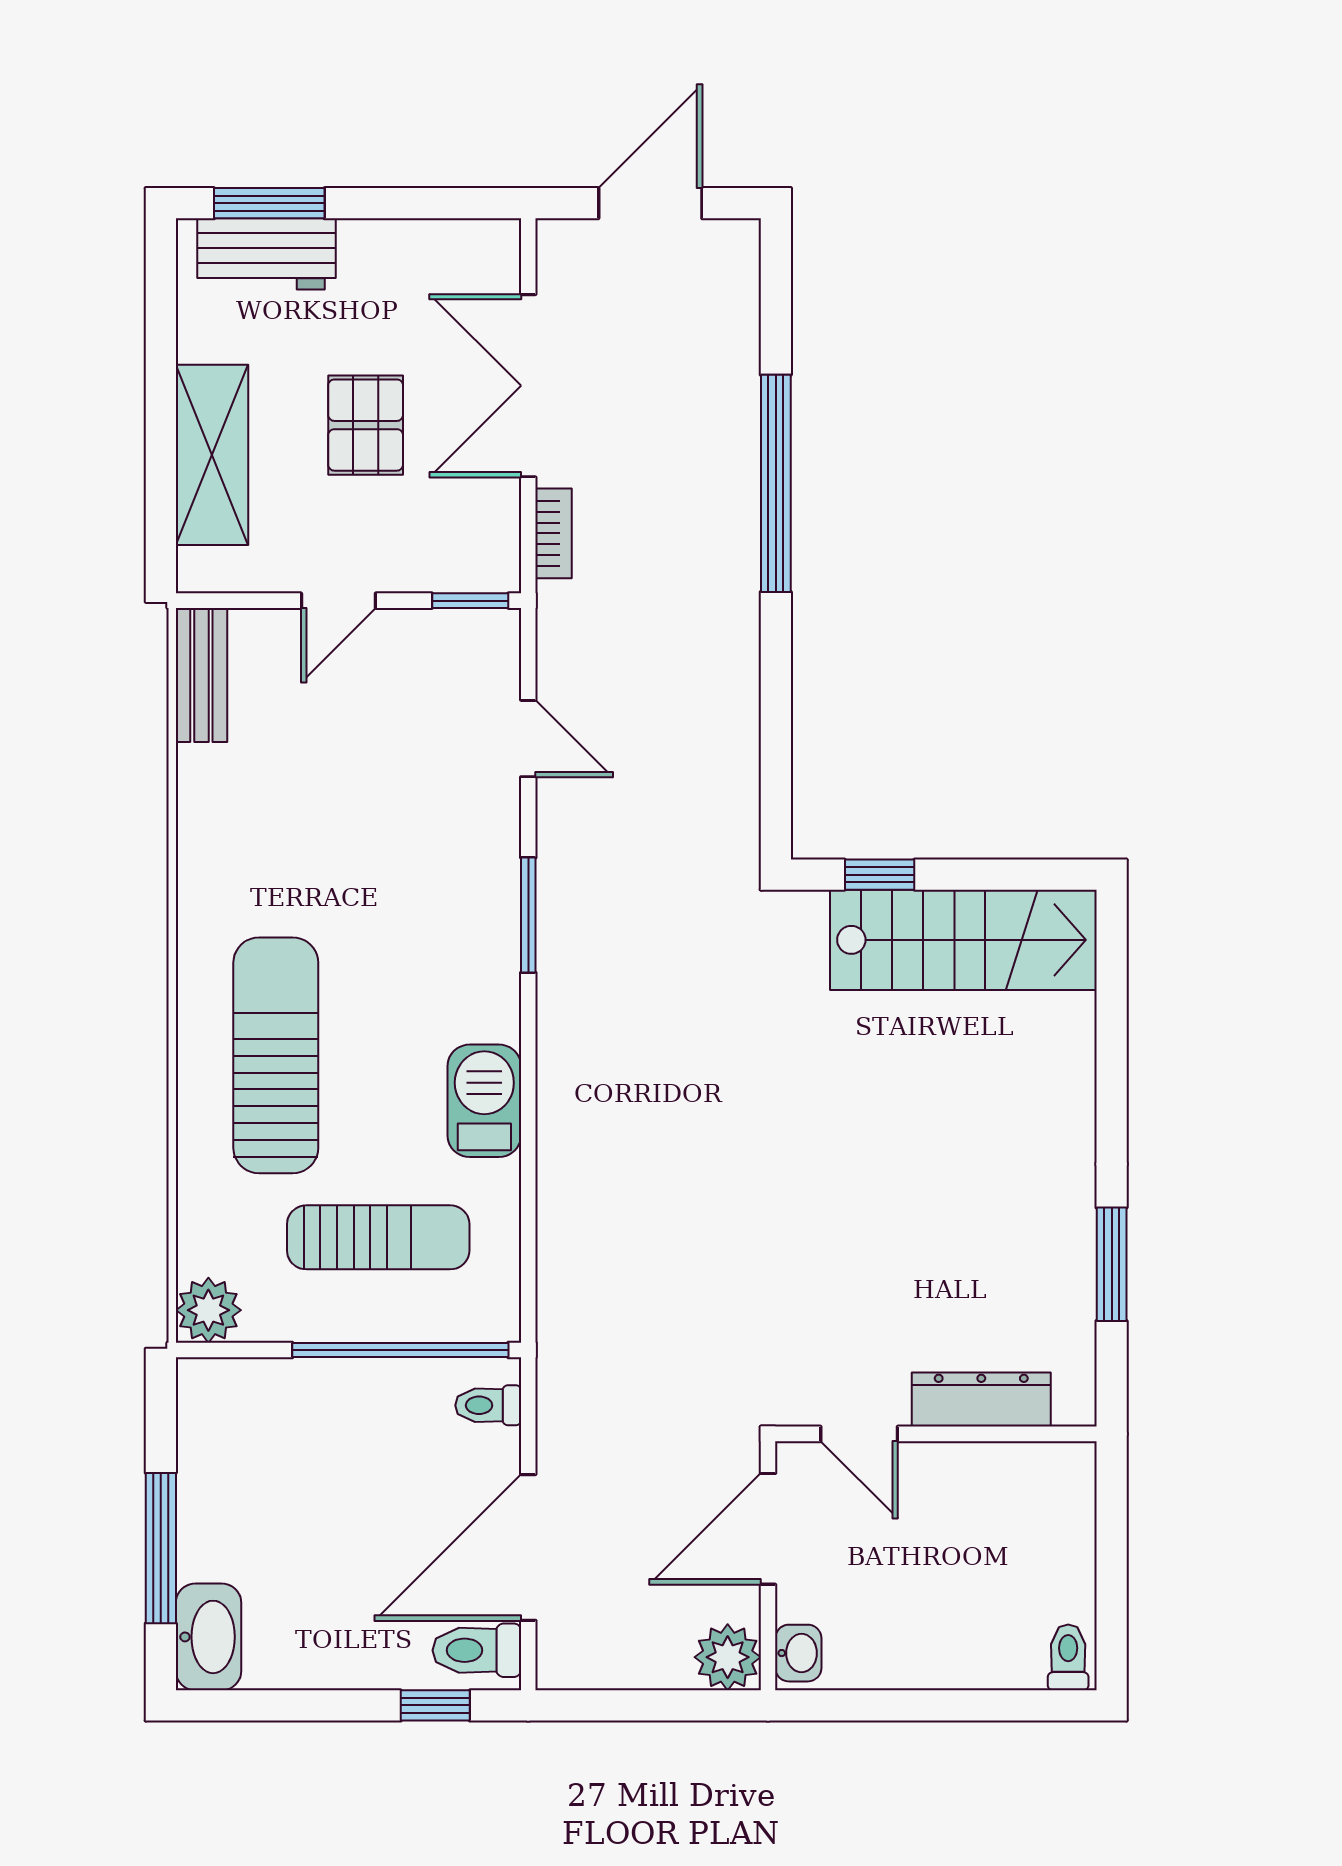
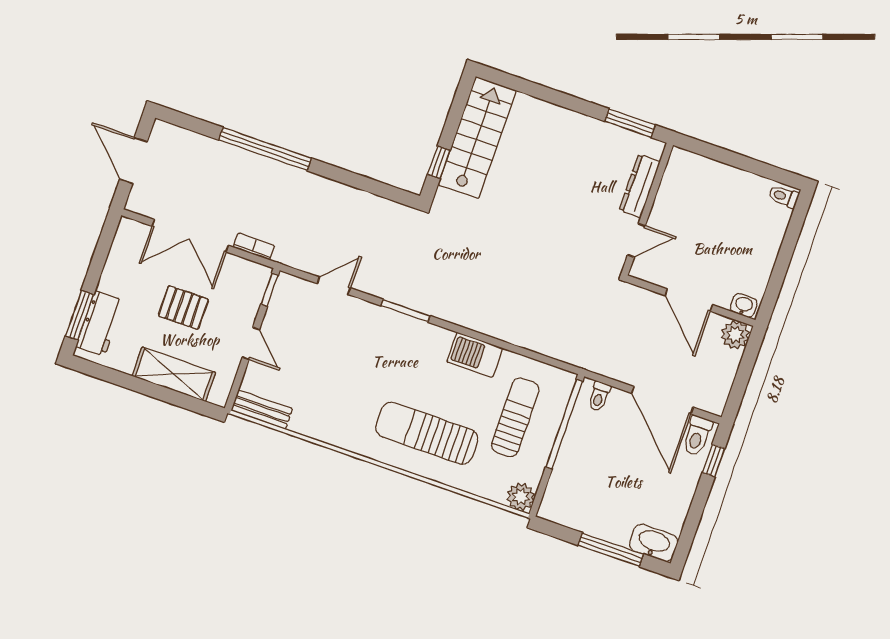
dresser: (981, 1400) -> (640, 186), moved
door: (859, 1434) -> (636, 240), moved
wall: (936, 1434) -> (647, 209), moved

